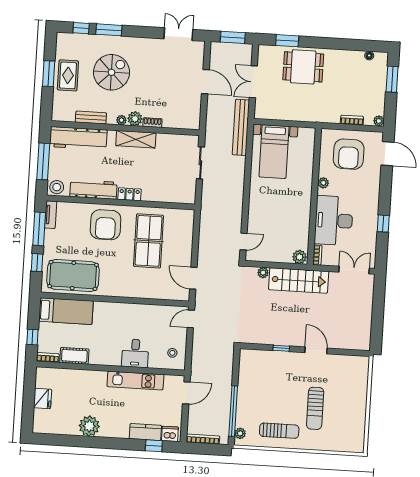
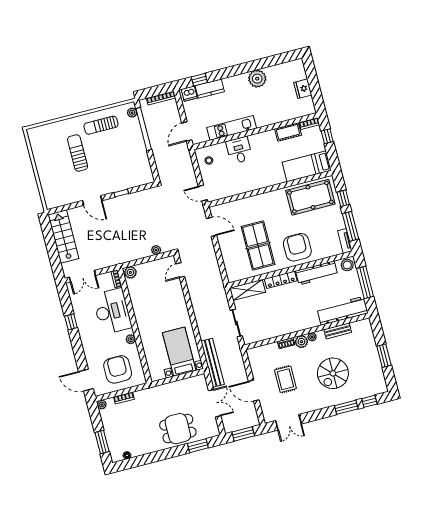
rug: (68, 75) -> (285, 379), moved
shelving: (136, 139) -> (248, 290), moved
locker: (129, 194) -> (281, 280), width x1.53
stairs: (299, 280) -> (63, 236), moved, turned 90
door: (191, 319) -> (203, 193), swing flipped

